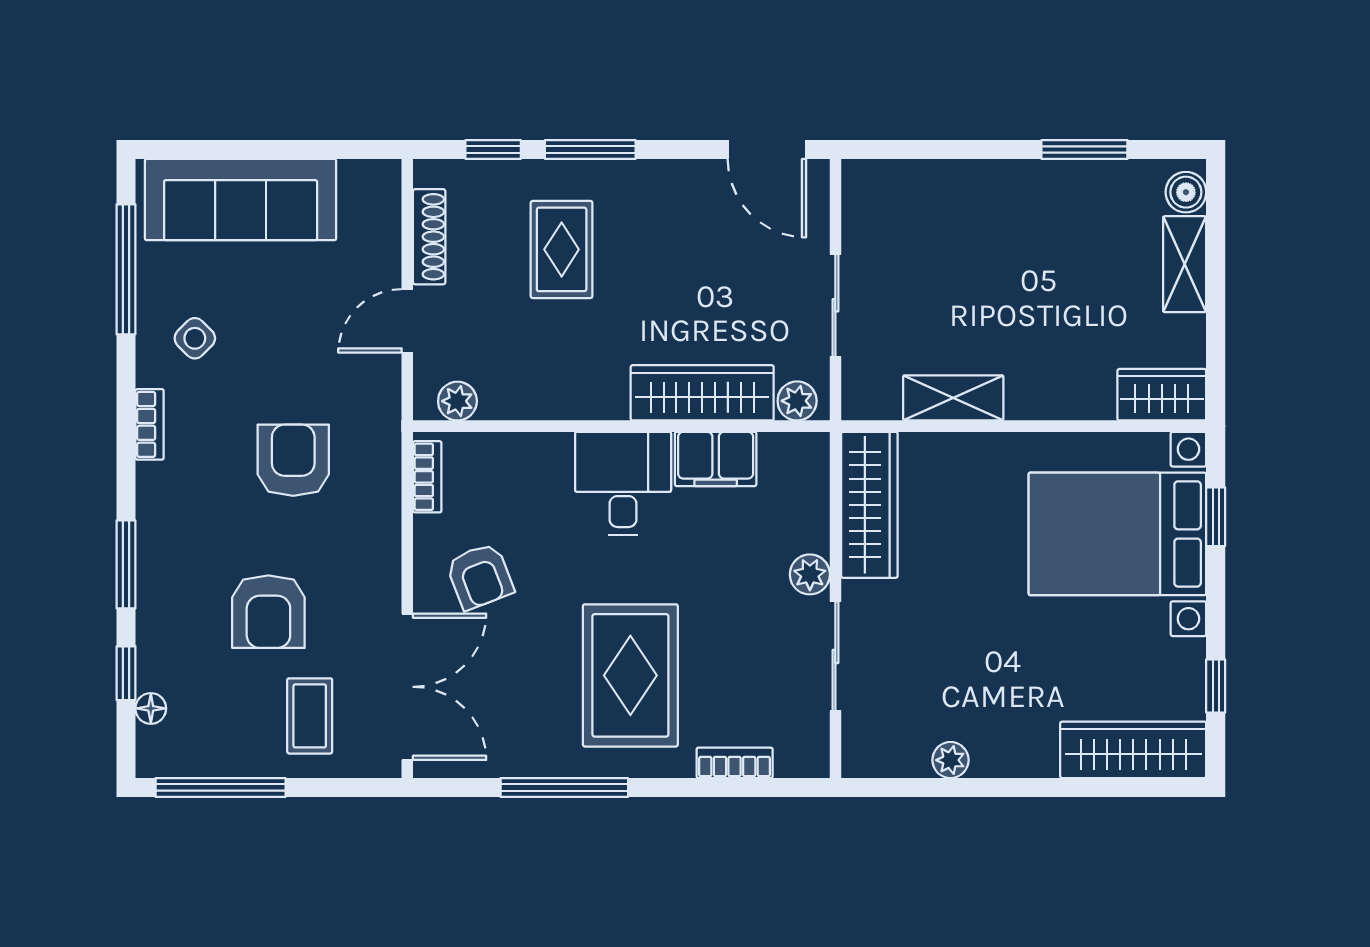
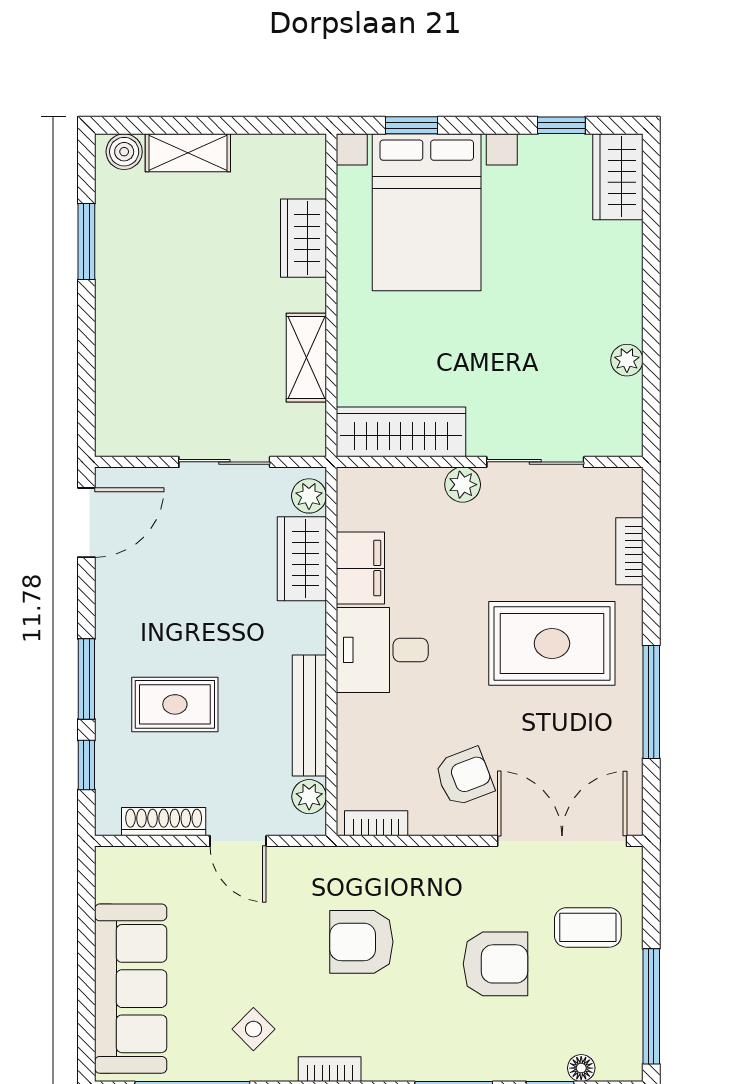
wardrobe: (702, 393) -> (302, 559), width x0.67
wardrobe: (1162, 395) -> (303, 238), moved
bench: (549, 401) -> (309, 715), added
wardrobe: (1133, 750) -> (618, 177), width x0.67

